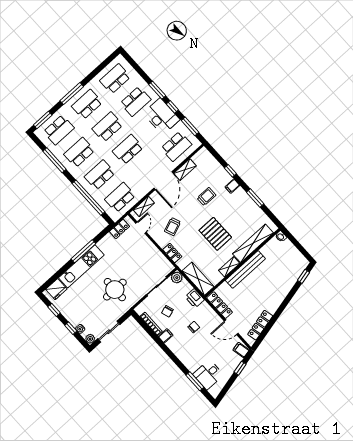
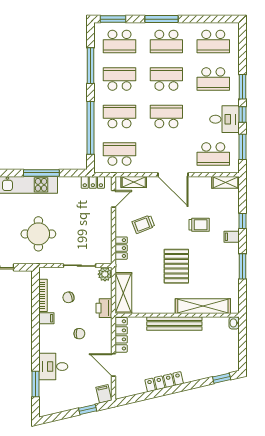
school desk: (115, 79) -> (213, 41), turned 180
school desk: (87, 104) -> (166, 41), turned 180
desk: (161, 116) -> (224, 119), width x0.73
shelving: (185, 170) -> (226, 182), moved
door: (163, 181) -> (173, 175), hinge flipped
shelving: (229, 267) -> (162, 308), removed
locker: (260, 325) -> (164, 382), moved
desk: (208, 375) -> (53, 367), moved

